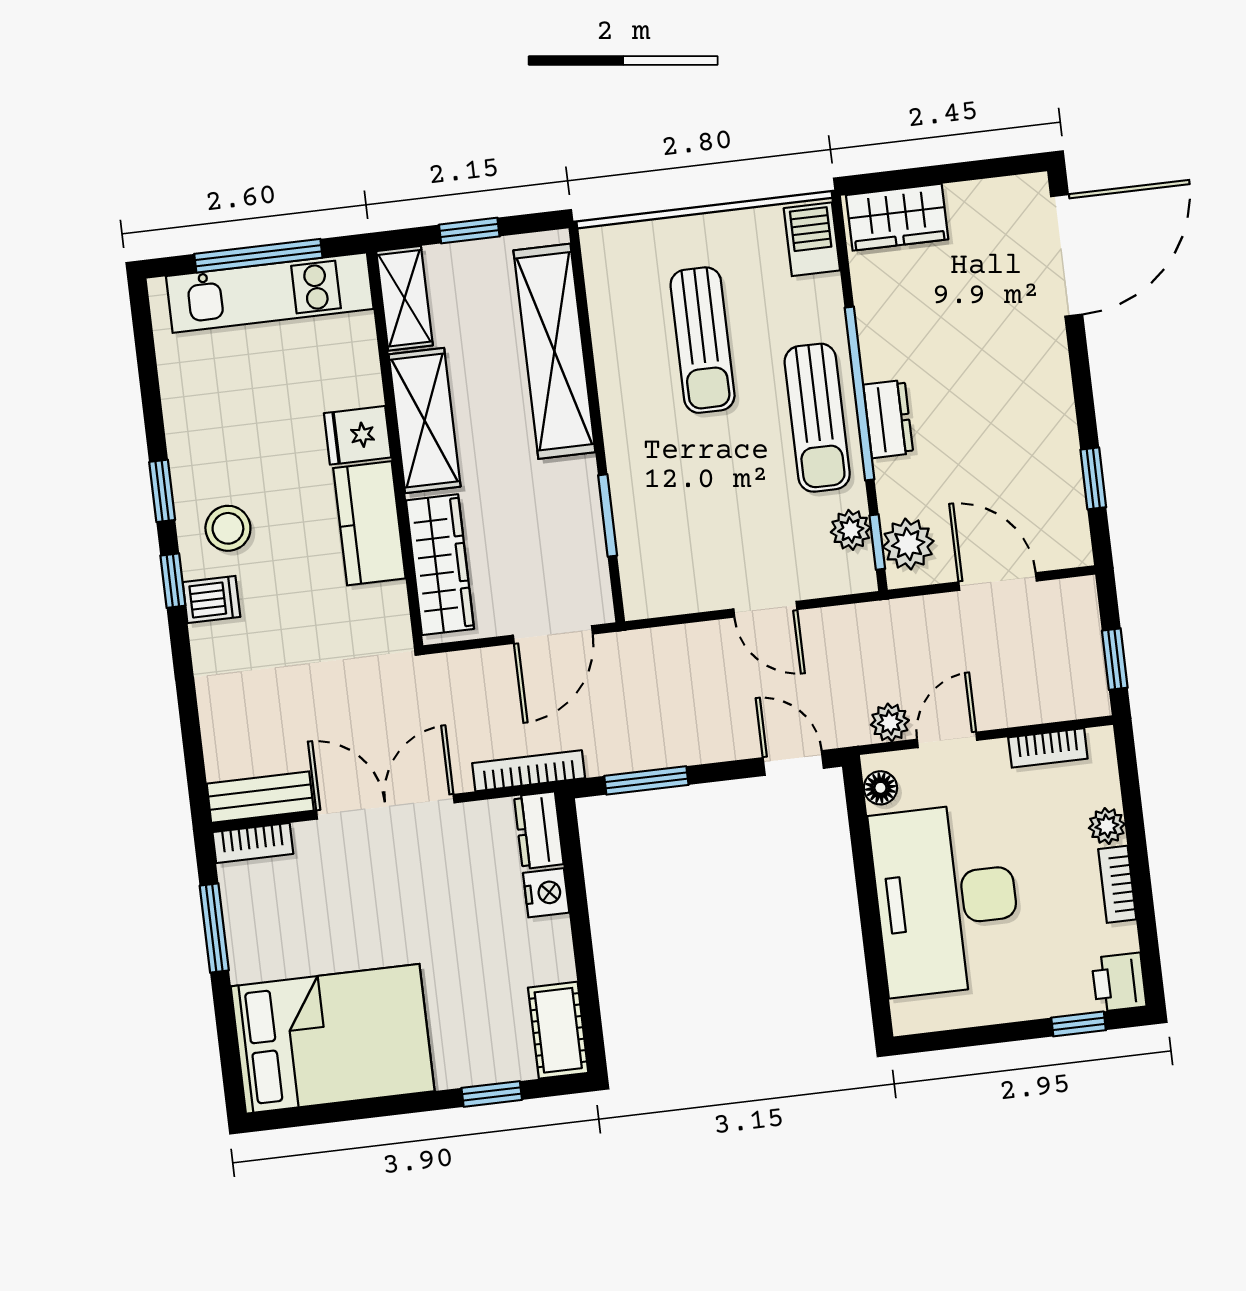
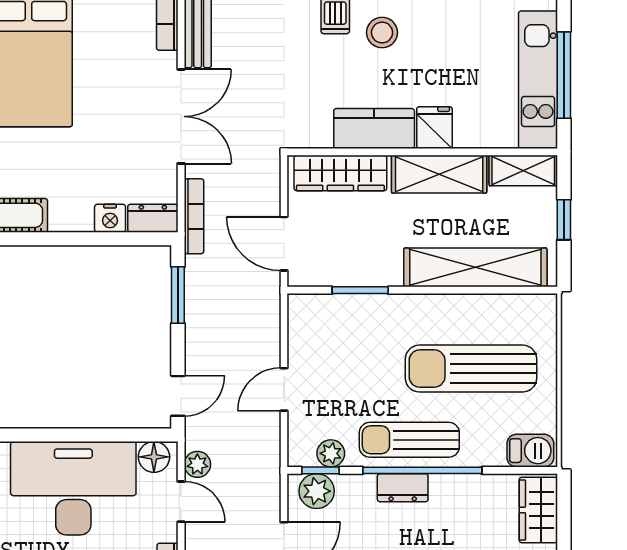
sun lounger: (703, 340) -> (471, 369), width x1.36, depth x1.34
floor lamp: (880, 788) -> (154, 457), width x1.37, depth x1.37

